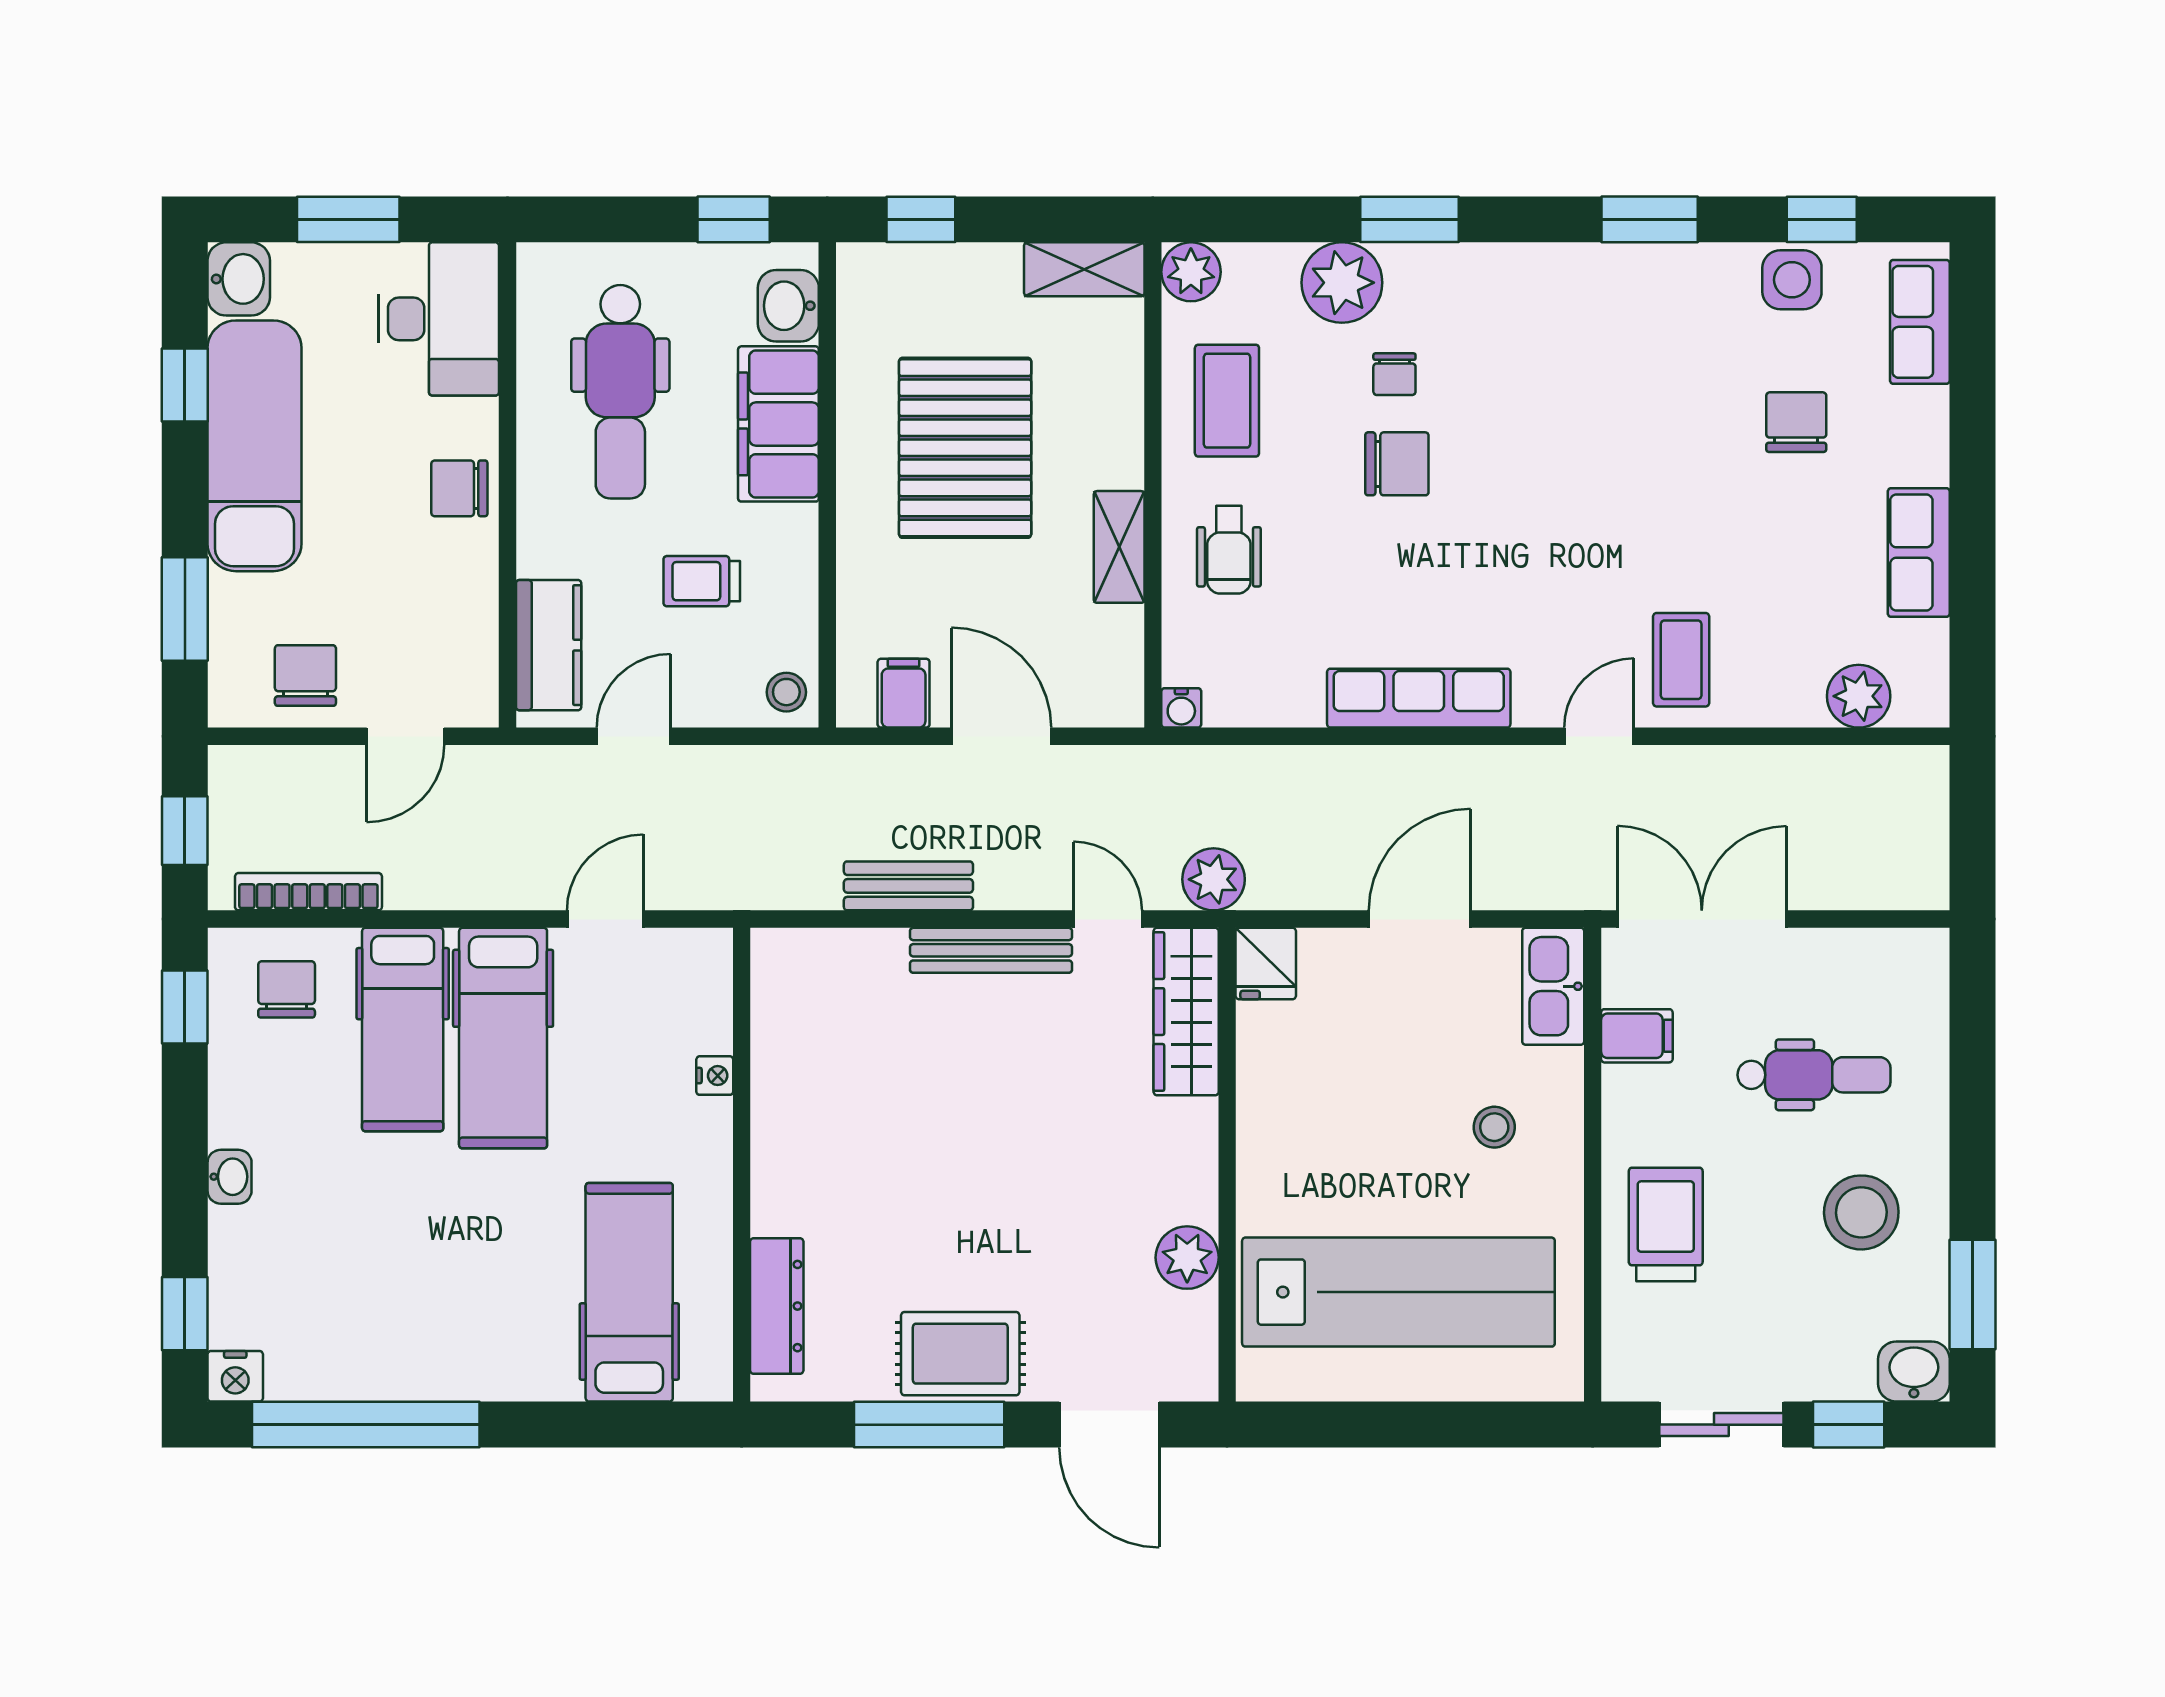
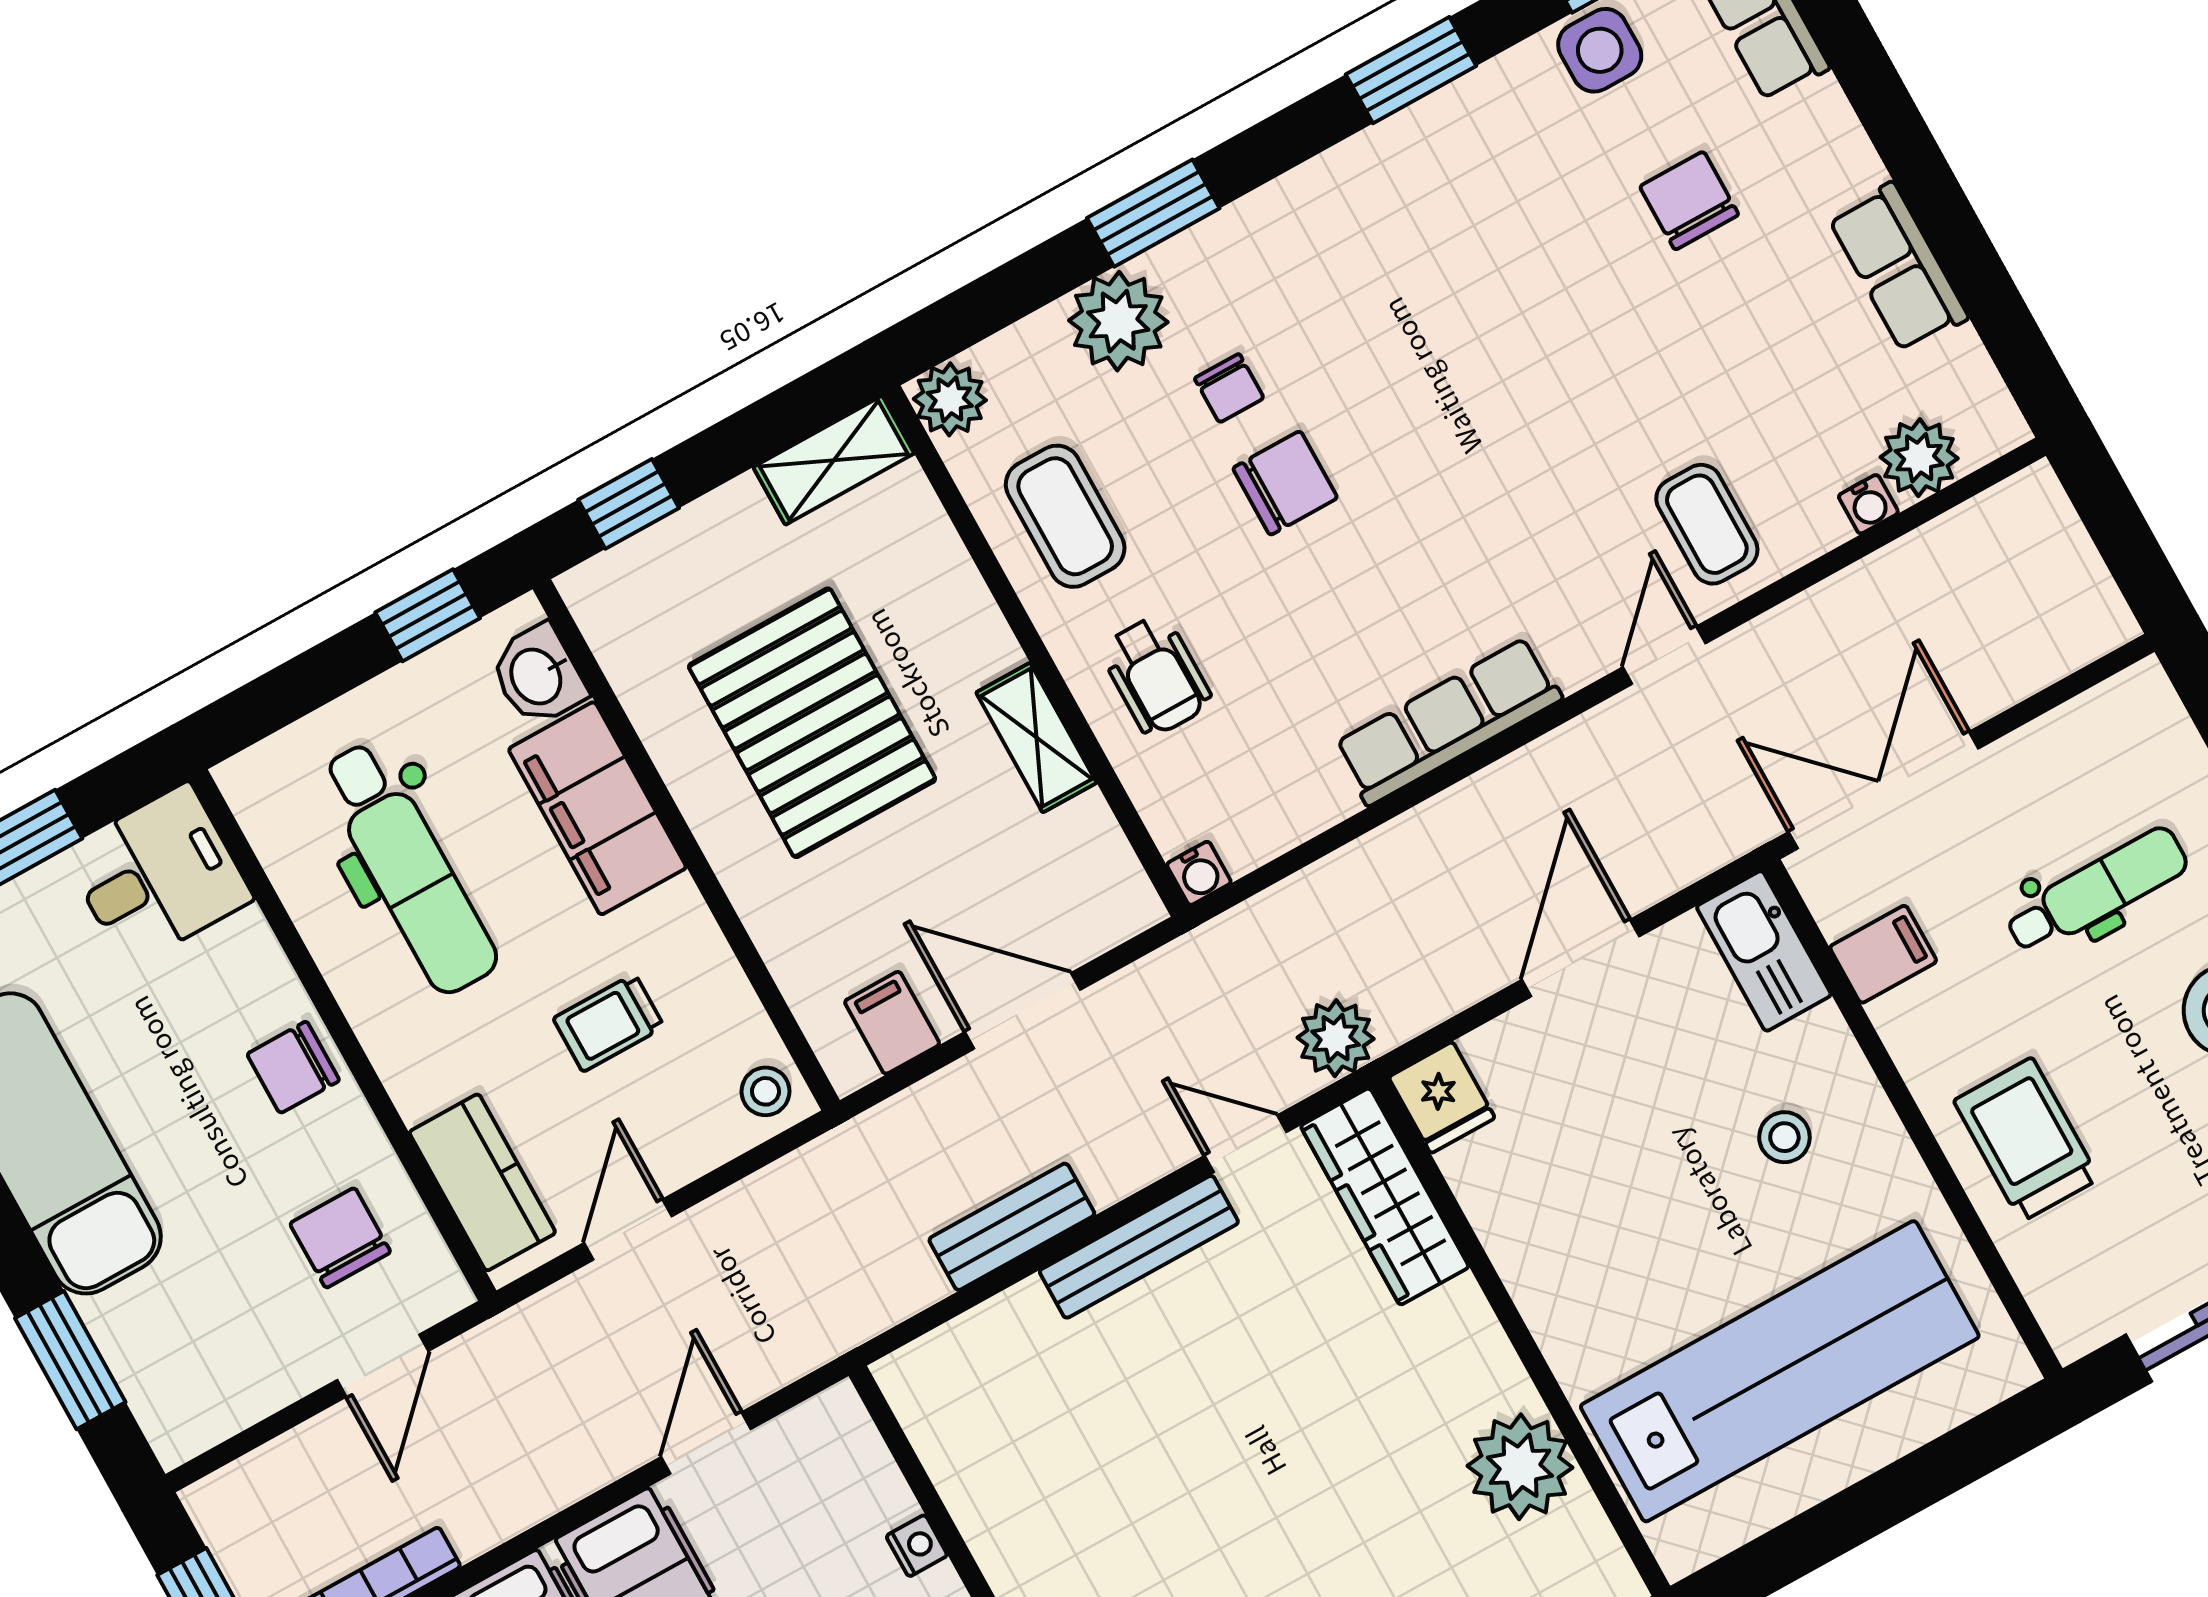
desk: (439, 319) -> (158, 875), width x0.73
chair: (305, 675) -> (340, 1238), moved
water cooler: (1804, 709) -> (1868, 504), added
plant: (1187, 1258) -> (1520, 1467), width x1.36, depth x1.36

